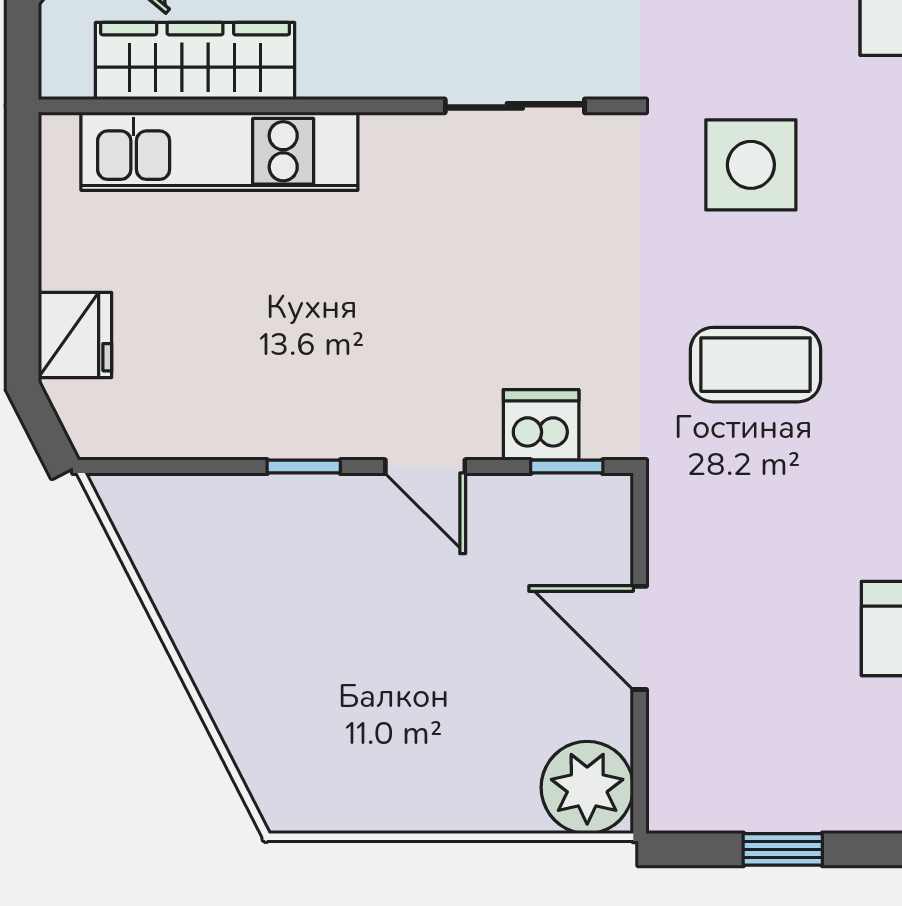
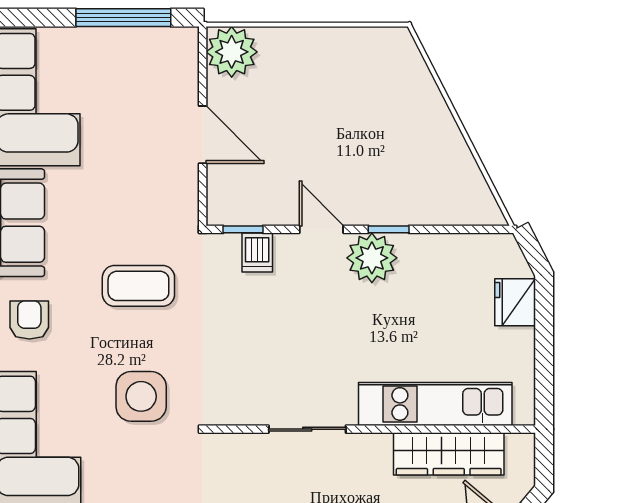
sliding door: (515, 106) -> (307, 429), moved
plant: (334, 415) -> (372, 258), added
dishwasher: (541, 425) -> (257, 253), width x0.73
window: (783, 849) -> (123, 18), width x2.17

